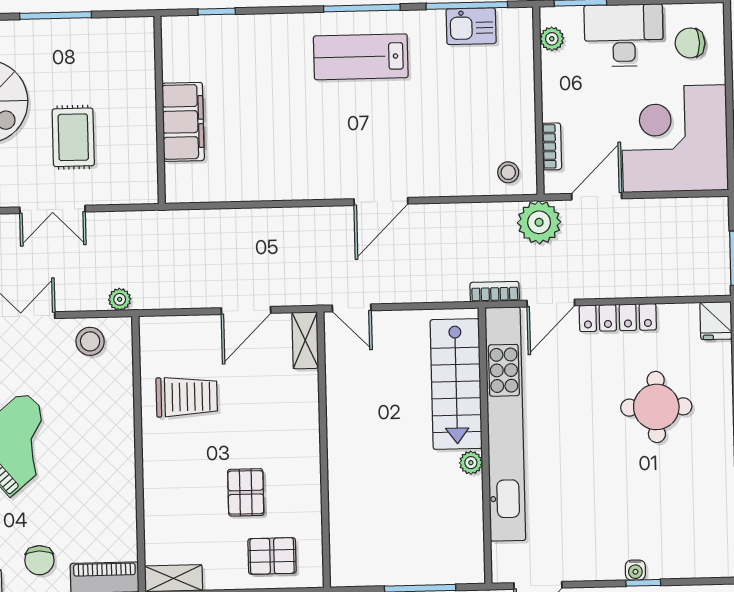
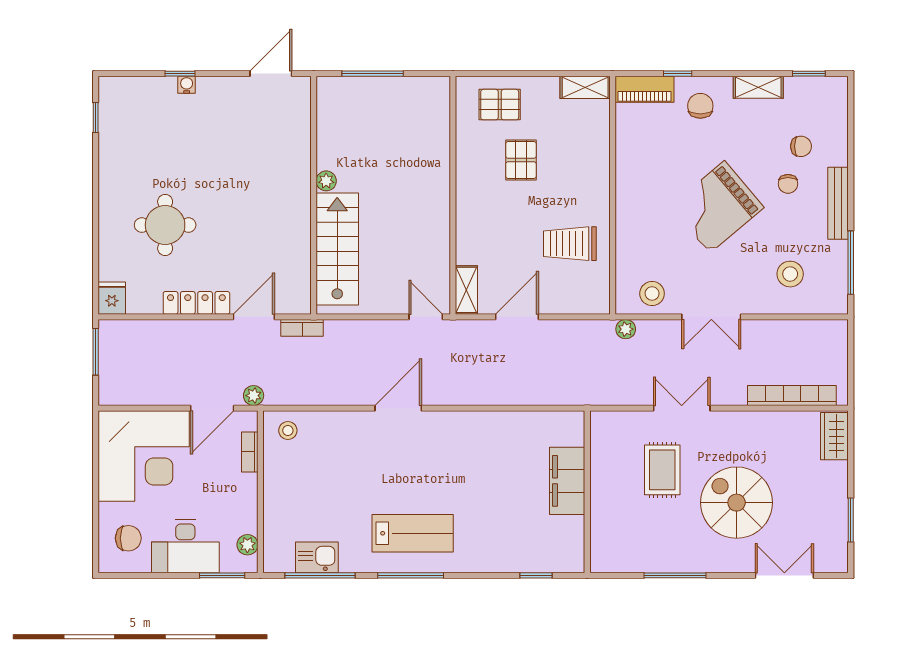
plant: (539, 222) -> (254, 396), width x0.53, depth x0.53
kitchen unit: (505, 424) -> (296, 214), removed

